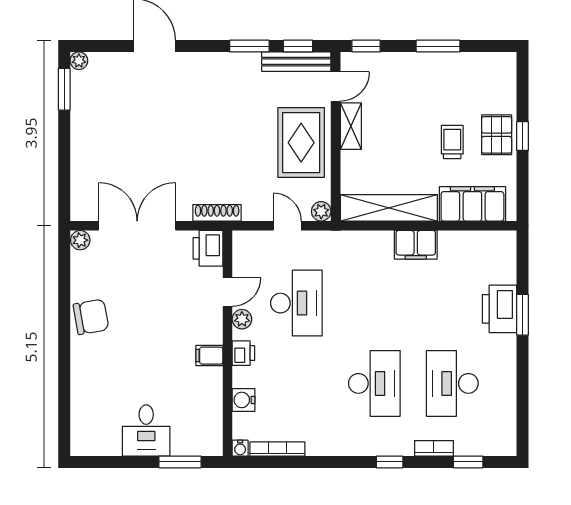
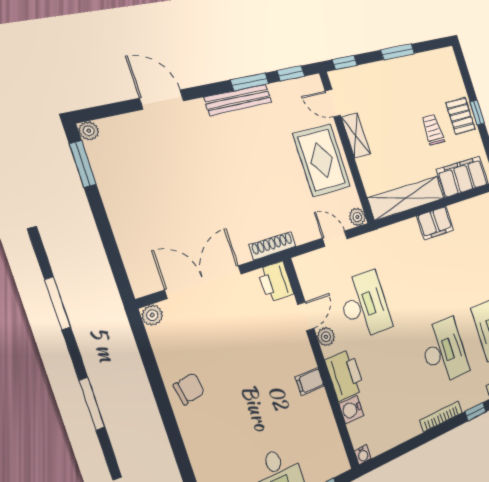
bench: (296, 62) -> (238, 100), moved
door: (336, 86) -> (333, 103), swing flipped
chair: (91, 317) -> (189, 389), width x0.73, depth x0.73
printer: (243, 353) -> (345, 375), width x1.87, depth x1.48
bookcase: (277, 449) -> (441, 416), moved

